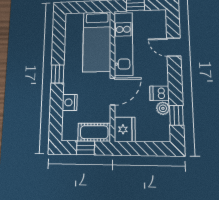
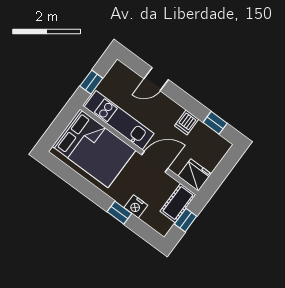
bed: (97, 41) -> (94, 148), width x1.50
window: (57, 74) -> (119, 213), moved
door: (112, 92) -> (155, 162), hinge flipped
plant: (163, 108) -> (201, 129), removed

